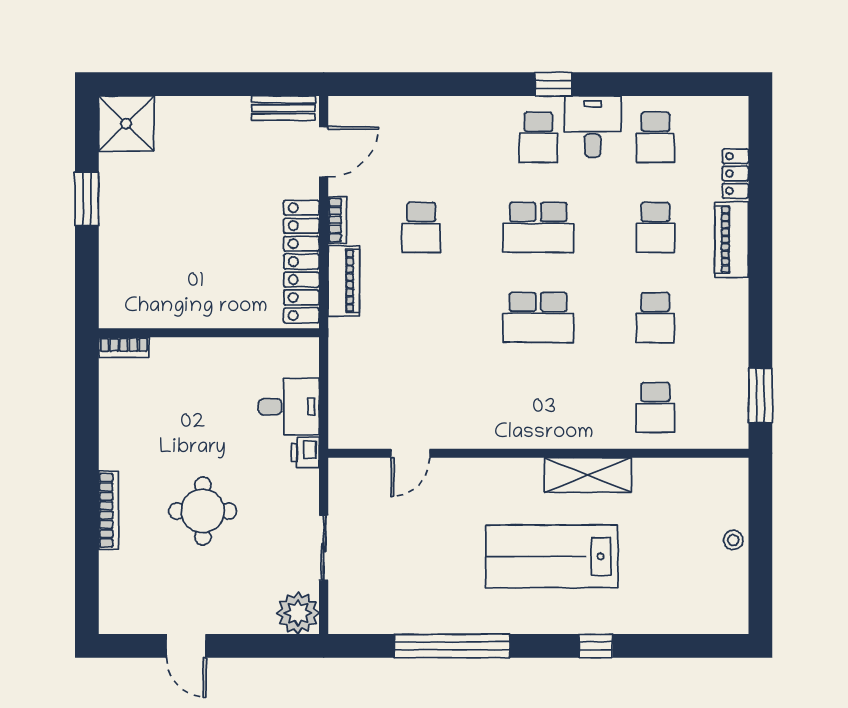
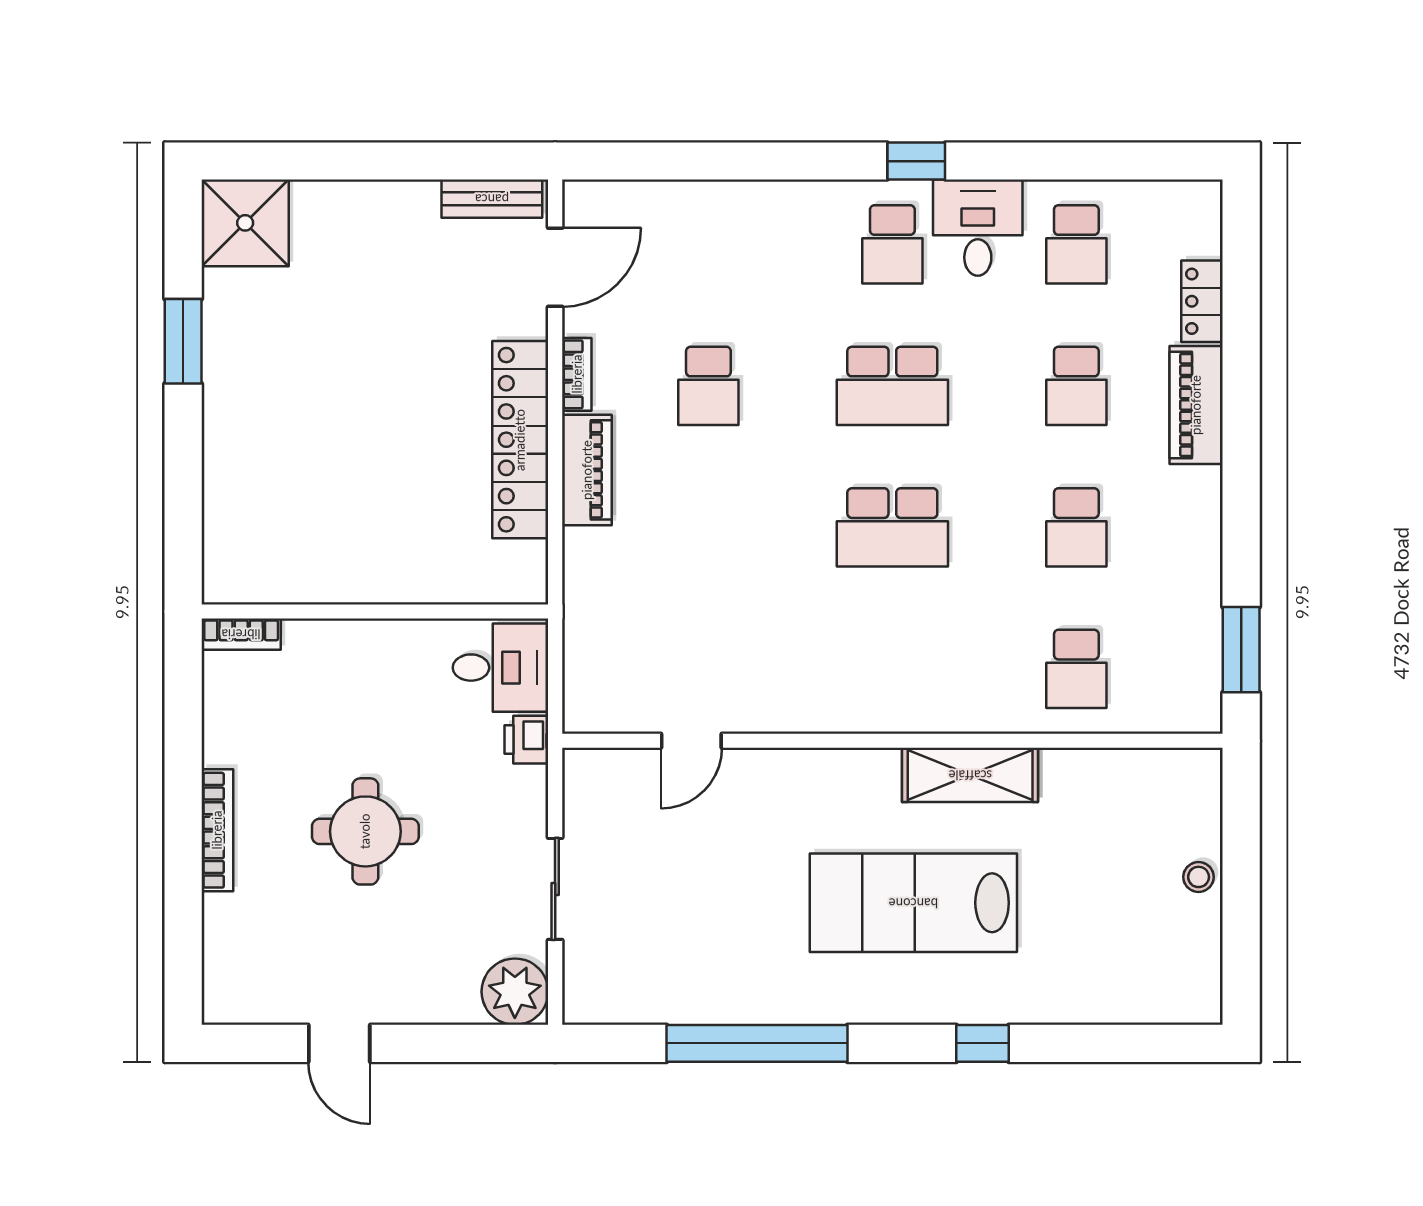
wall: (209, 333) -> (375, 611), moved
bookcase: (124, 347) -> (241, 634), moved

